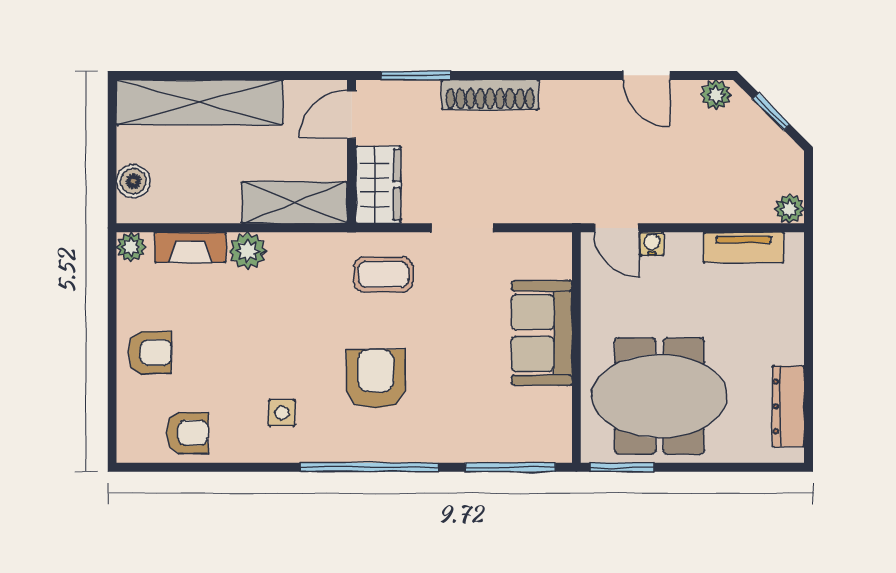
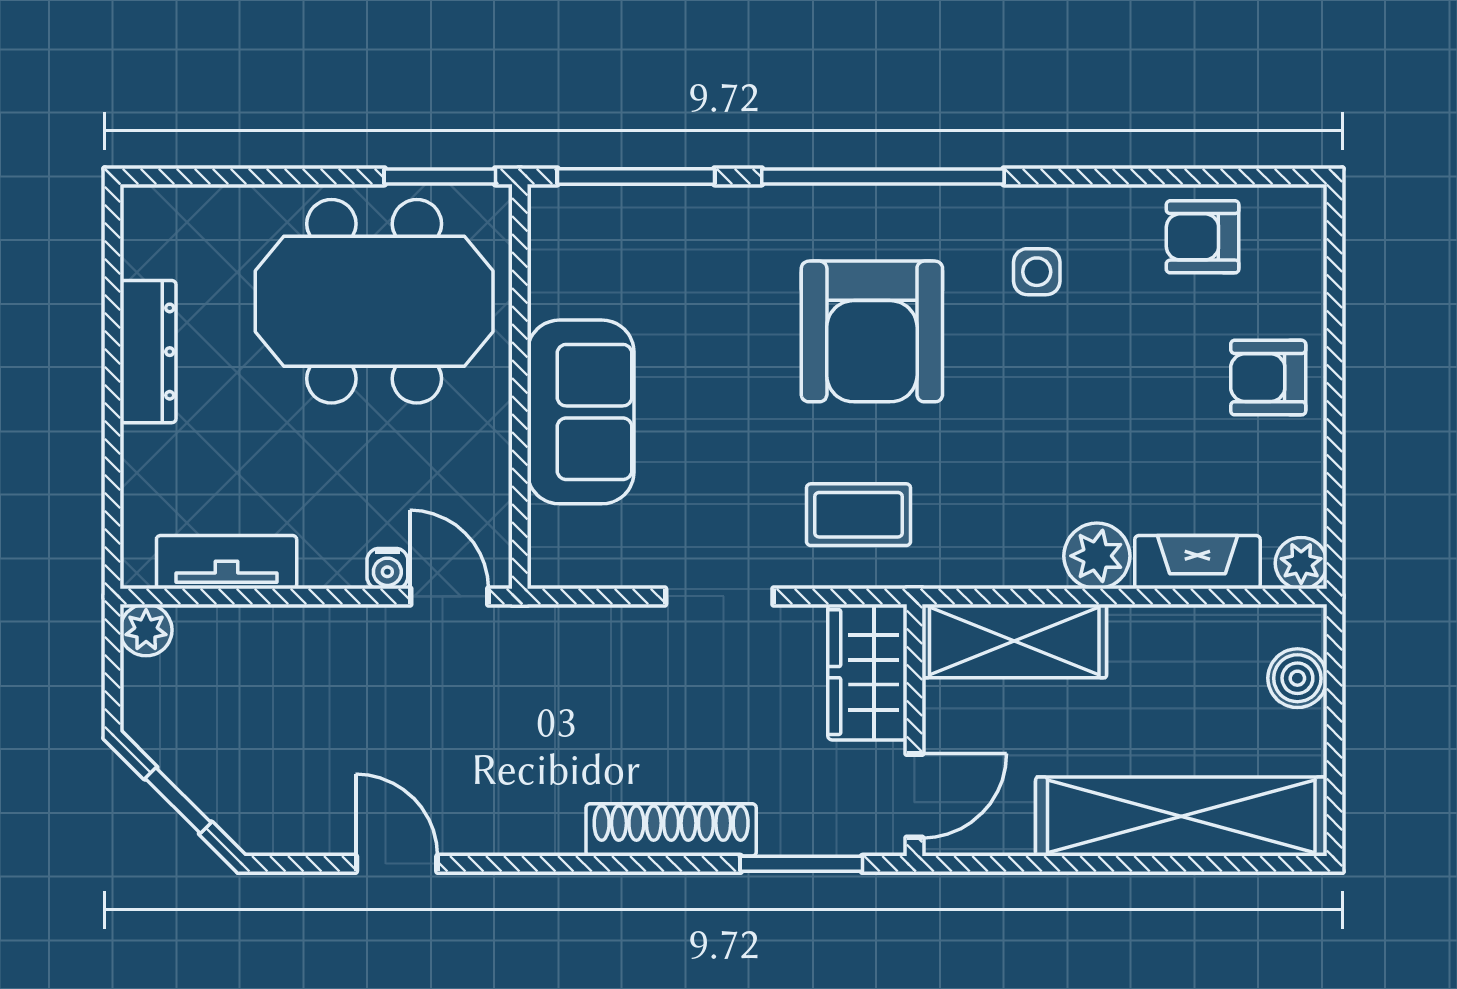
plant: (716, 95) -> (275, 830), removed
armchair: (376, 379) -> (872, 331), width x1.36, depth x1.36
dresser: (788, 406) -> (148, 352), moved

